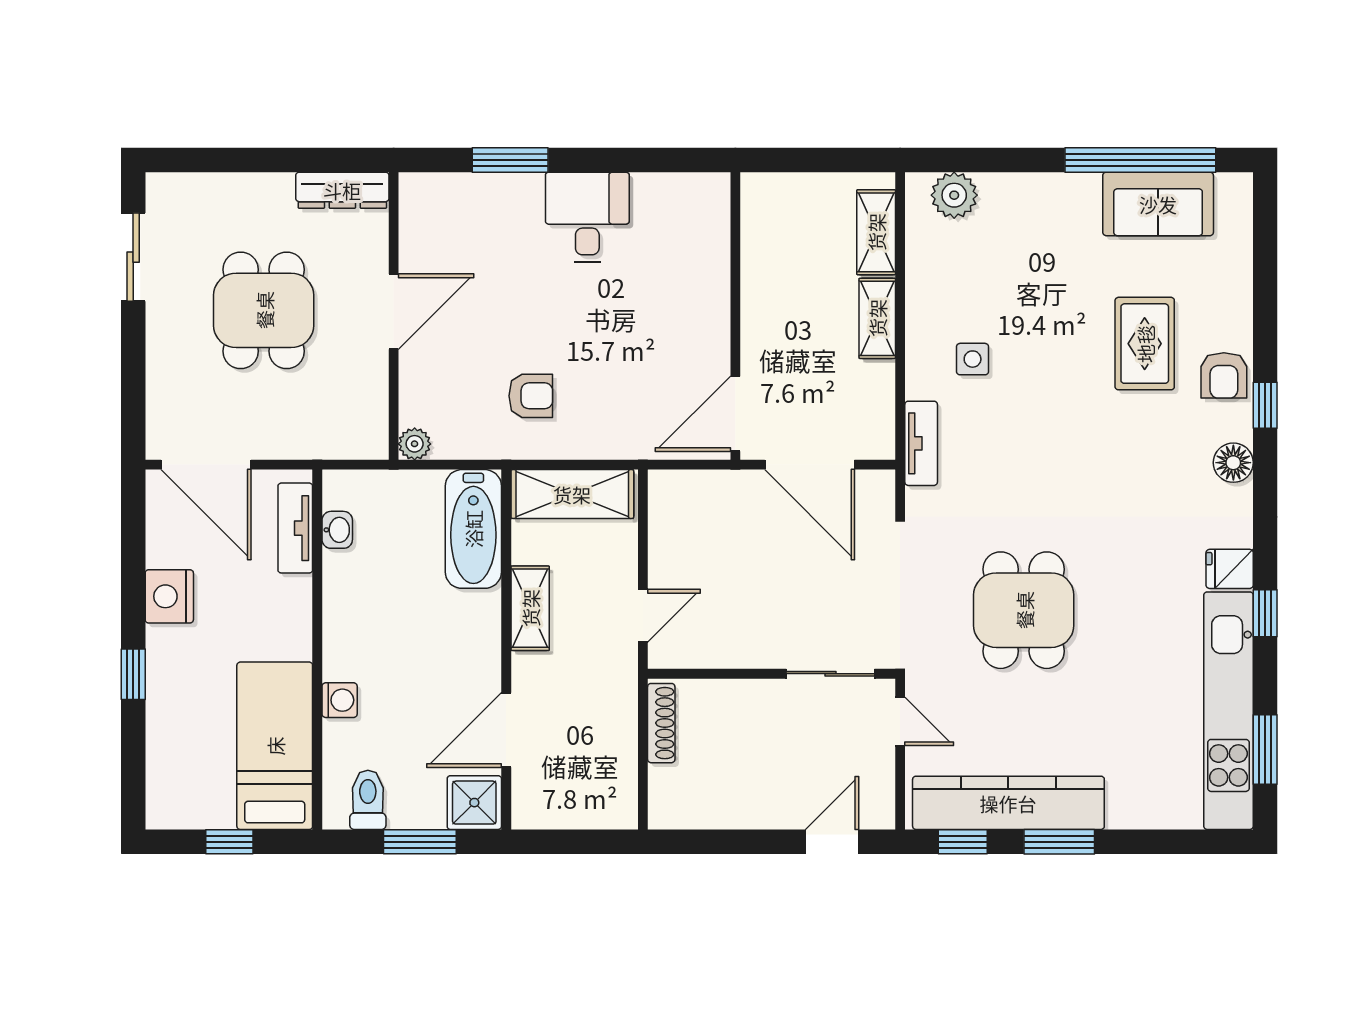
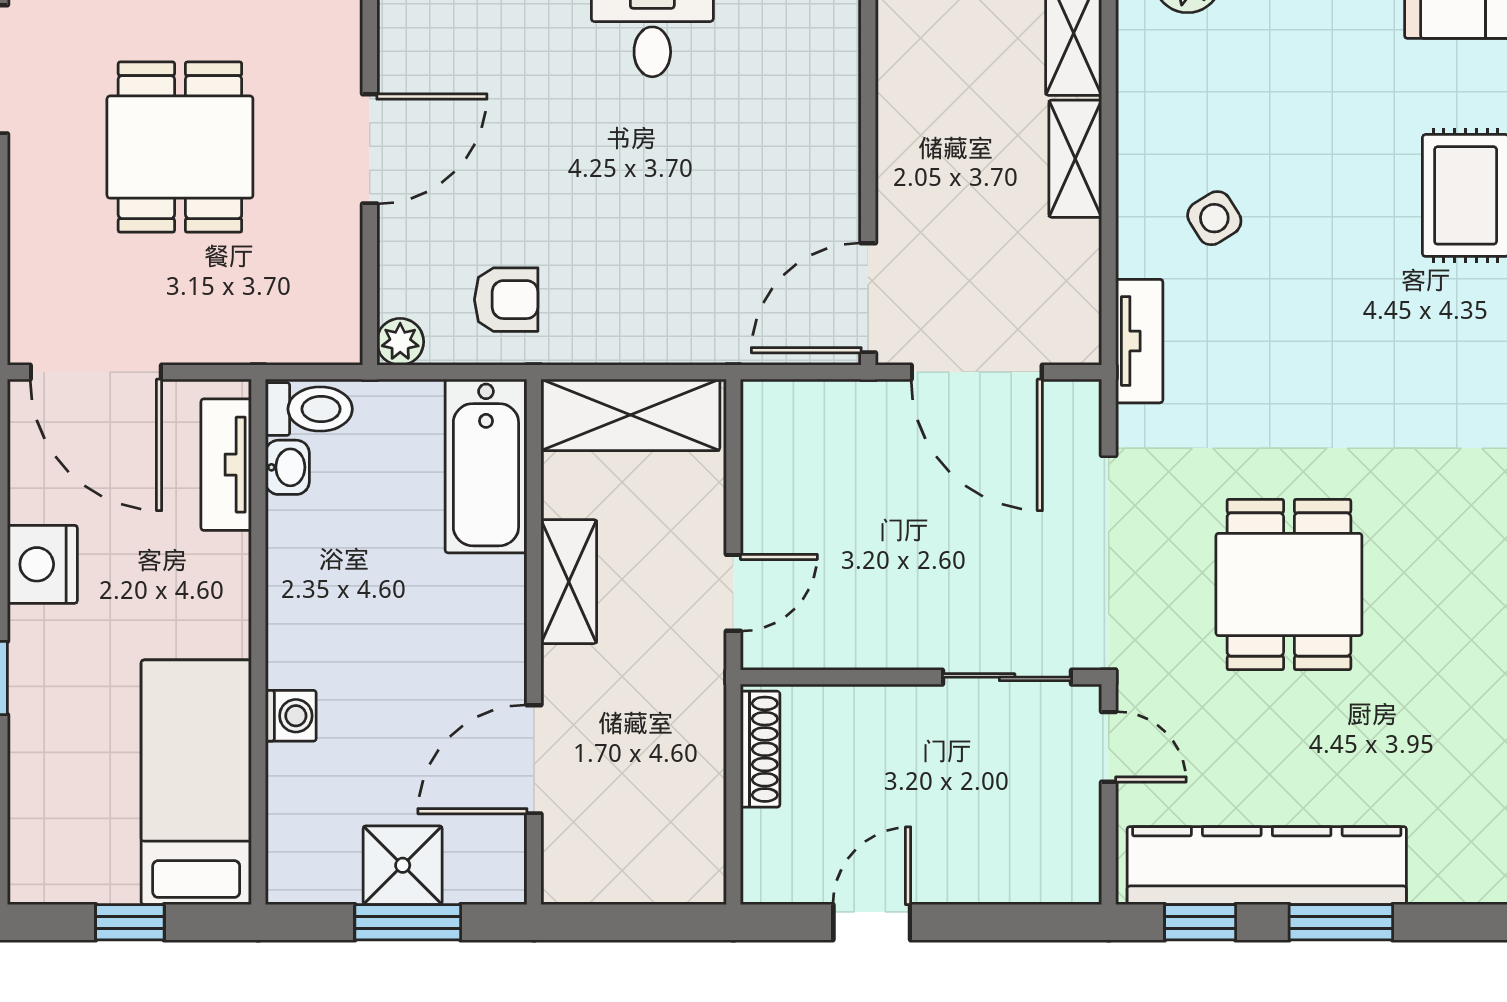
side table: (973, 359) -> (1214, 218), turned -32
armchair: (531, 396) -> (506, 300), moved
toilet: (368, 800) -> (309, 409), moved, turned 90
shower: (474, 803) -> (403, 865), moved
door: (832, 842) -> (872, 922), moved

